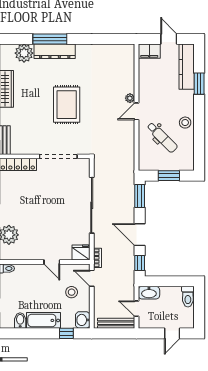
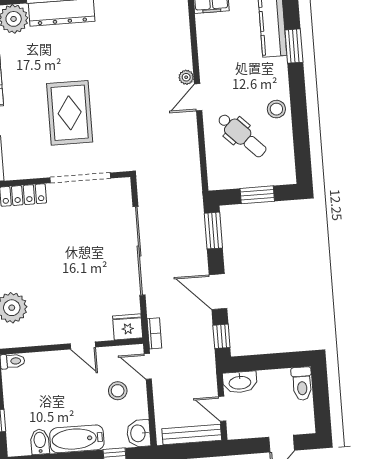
rug: (67, 105) -> (70, 113), moved

